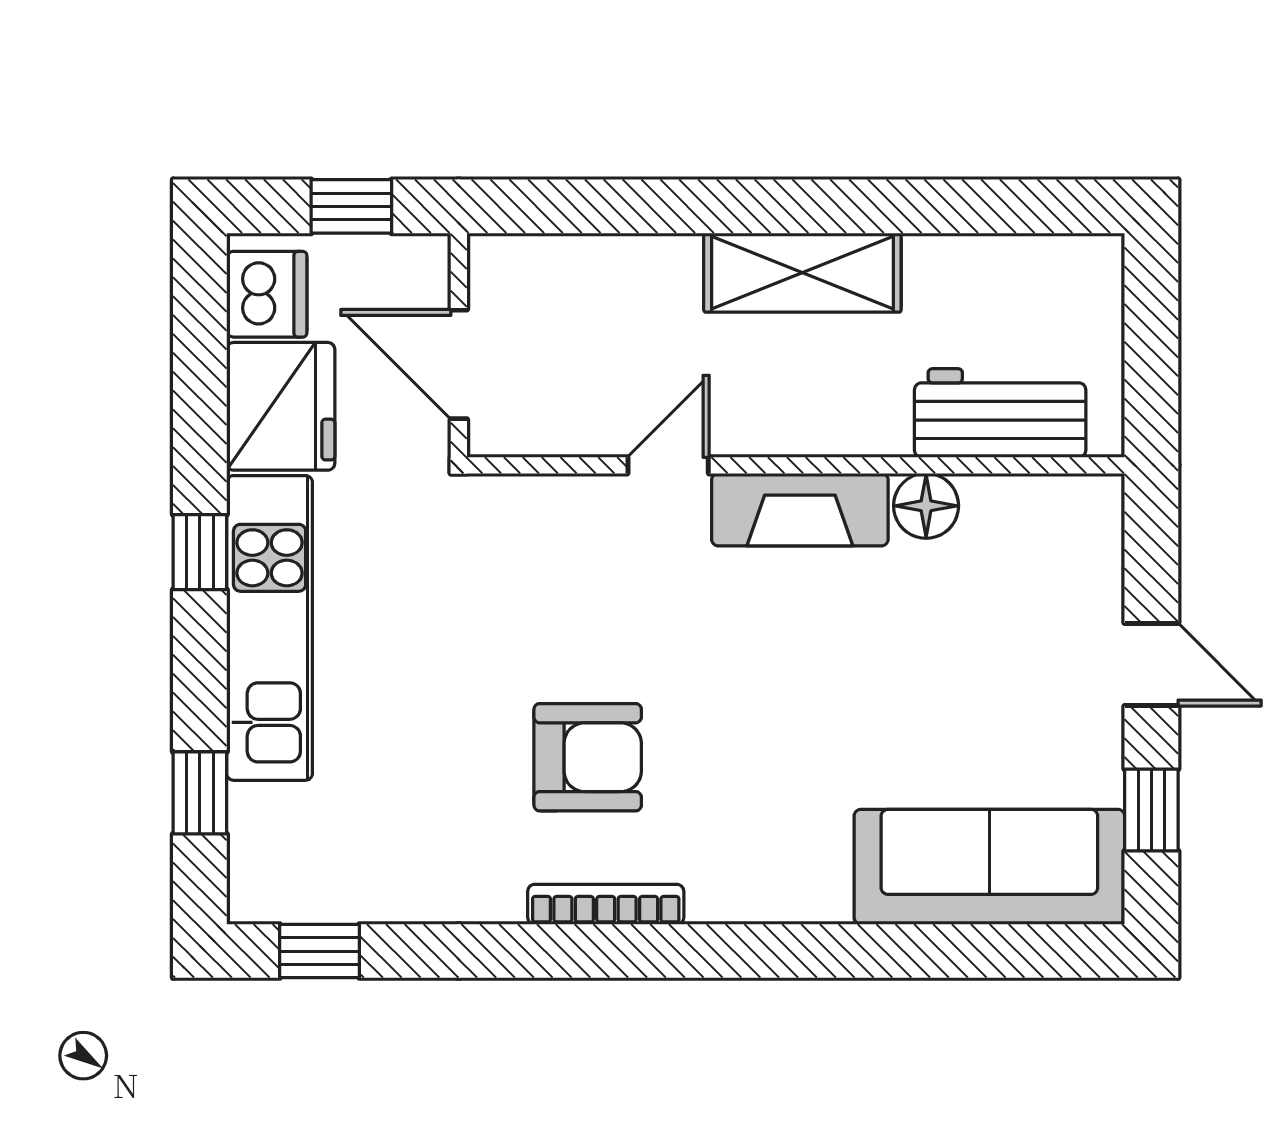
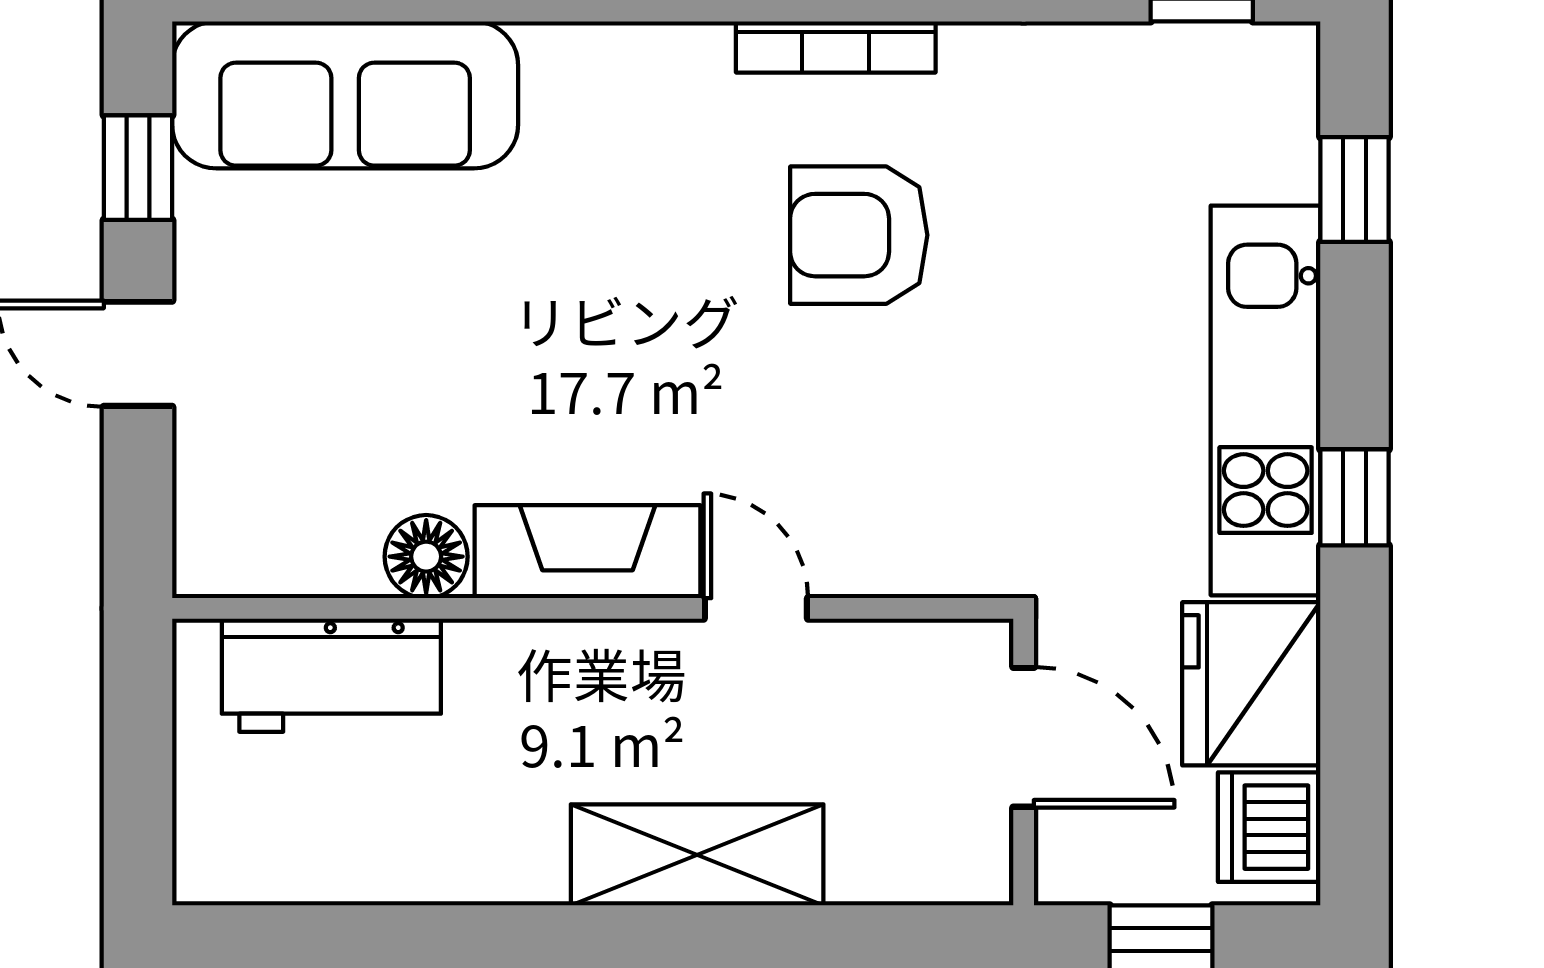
shelving: (802, 273) -> (697, 855), moved
door: (668, 465) -> (756, 608), swing flipped

